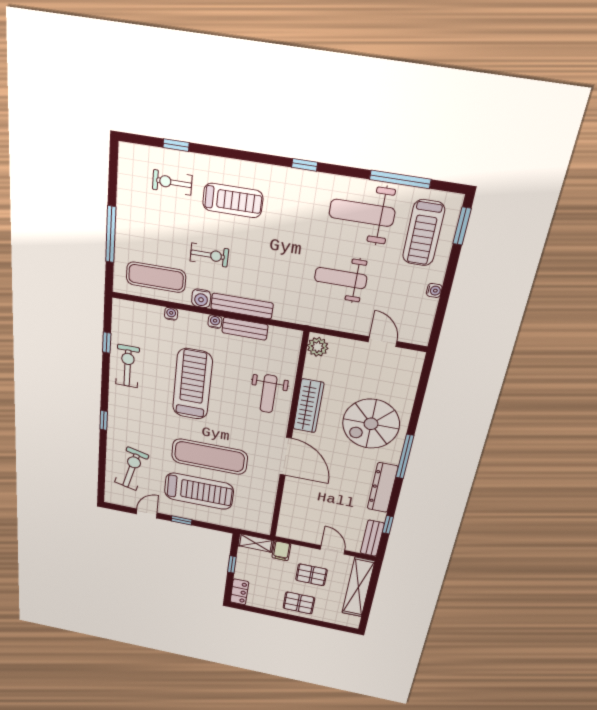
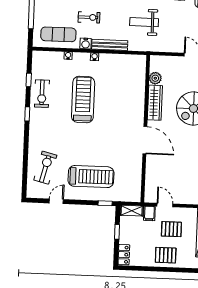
weight bench: (341, 278) -> (144, 22), moved
bench: (245, 329) -> (113, 59), removed
plant: (318, 347) -> (155, 78), moved
exercise bike: (128, 366) -> (42, 94), turned 180
weight bench: (268, 394) -> (130, 98), removed
window: (104, 420) -> (27, 114), moved
exercise mat: (209, 457) -> (97, 149), removed
window: (182, 520) -> (105, 203), moved
door: (333, 550) -> (165, 205), moved

